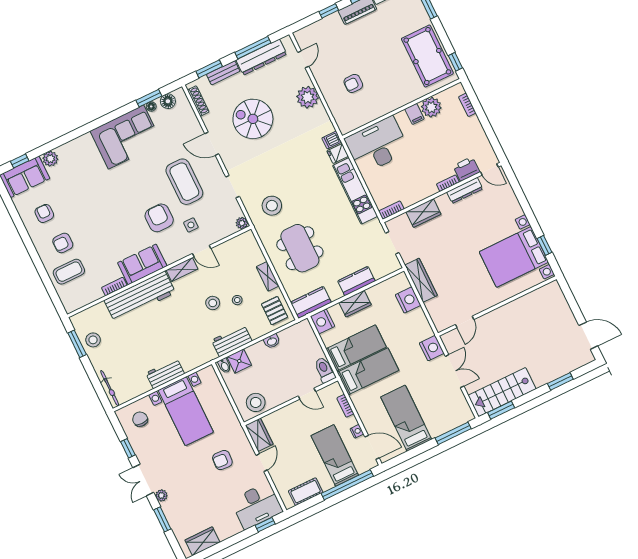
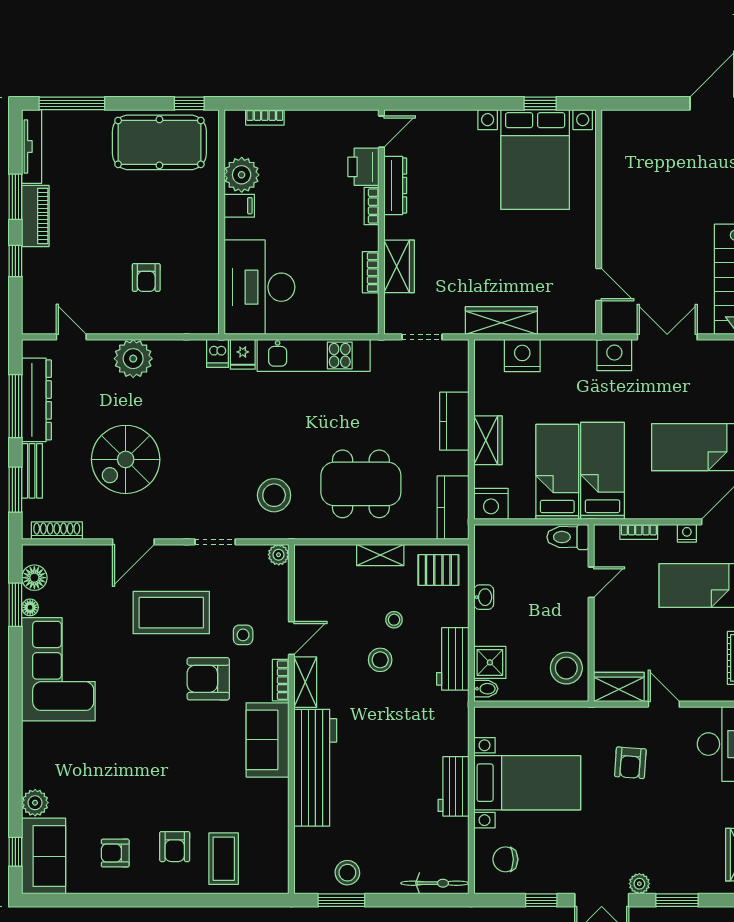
bookcase: (391, 210) -> (371, 272), moved
bookcase: (114, 286) -> (281, 680), moved

